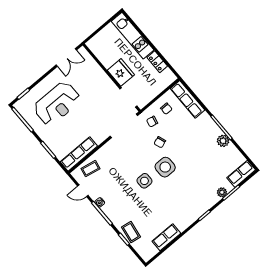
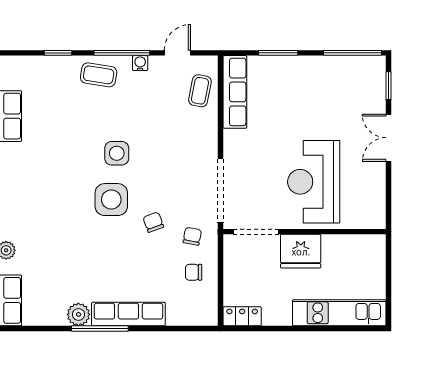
double door: (66, 57) -> (388, 138), moved
locker: (157, 62) -> (242, 316), moved
row of seats: (188, 99) -> (128, 314), moved
reception desk: (57, 104) -> (314, 182), moved
coffee table: (131, 232) -> (99, 75), moved

